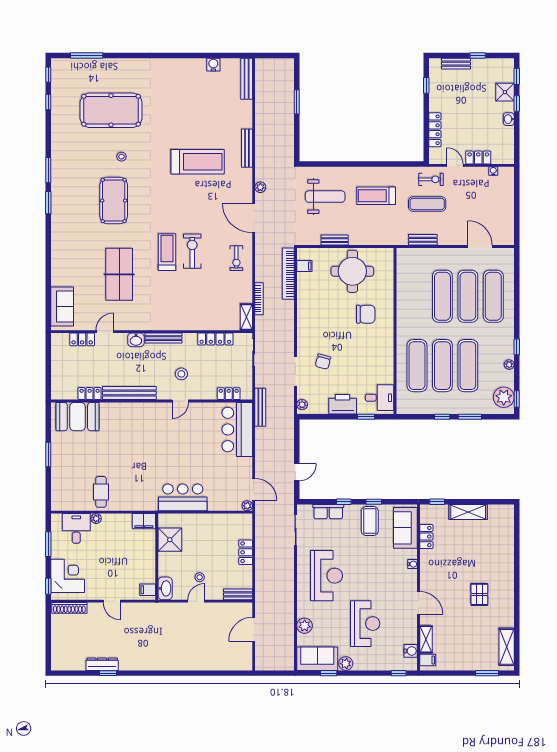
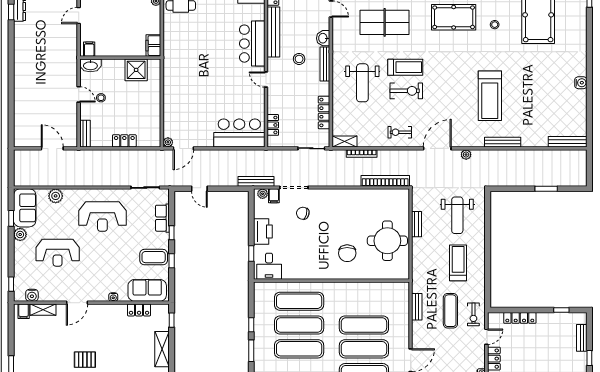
water cooler: (213, 65) -> (581, 83), moved
filing cabinet: (304, 266) -> (274, 196), moved
weight bench: (184, 298) -> (362, 83), added
stool: (181, 374) -> (299, 59), moved
bench: (260, 407) -> (256, 181), moved
bar counter: (183, 497) -> (252, 44), moved, turned 180

